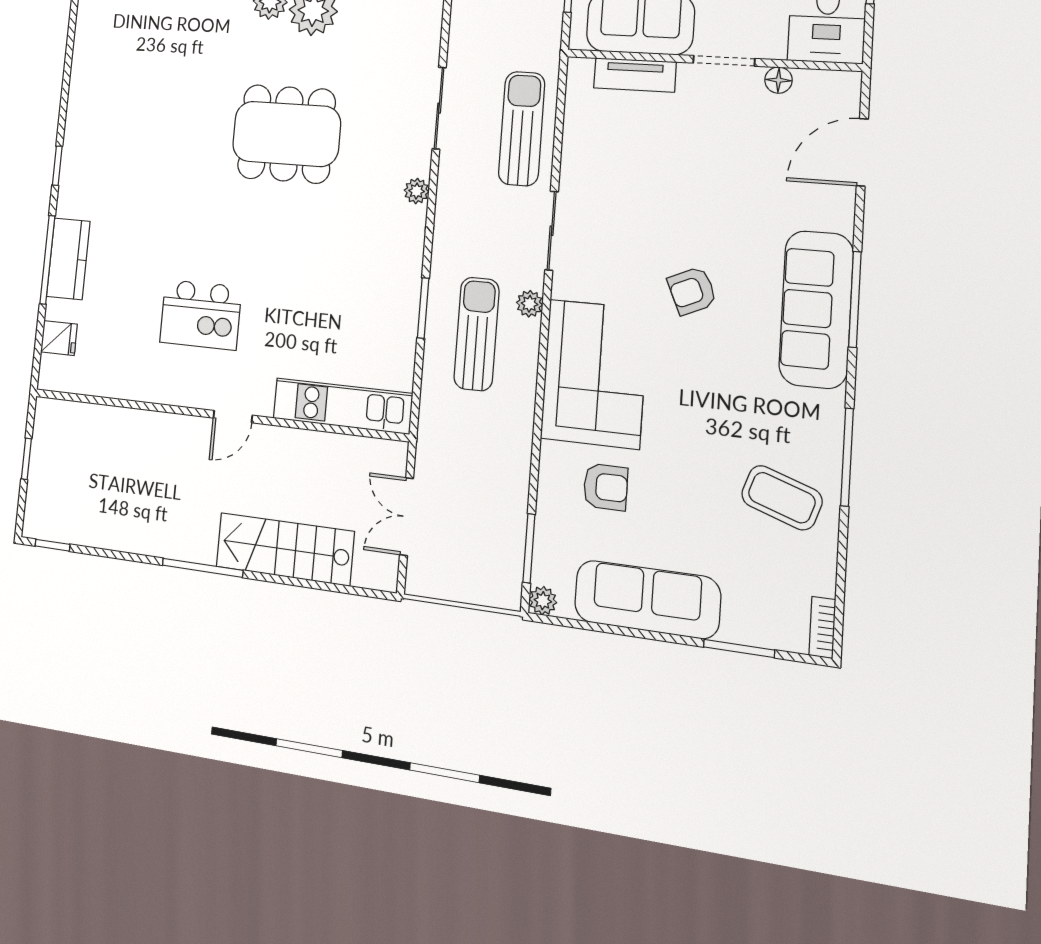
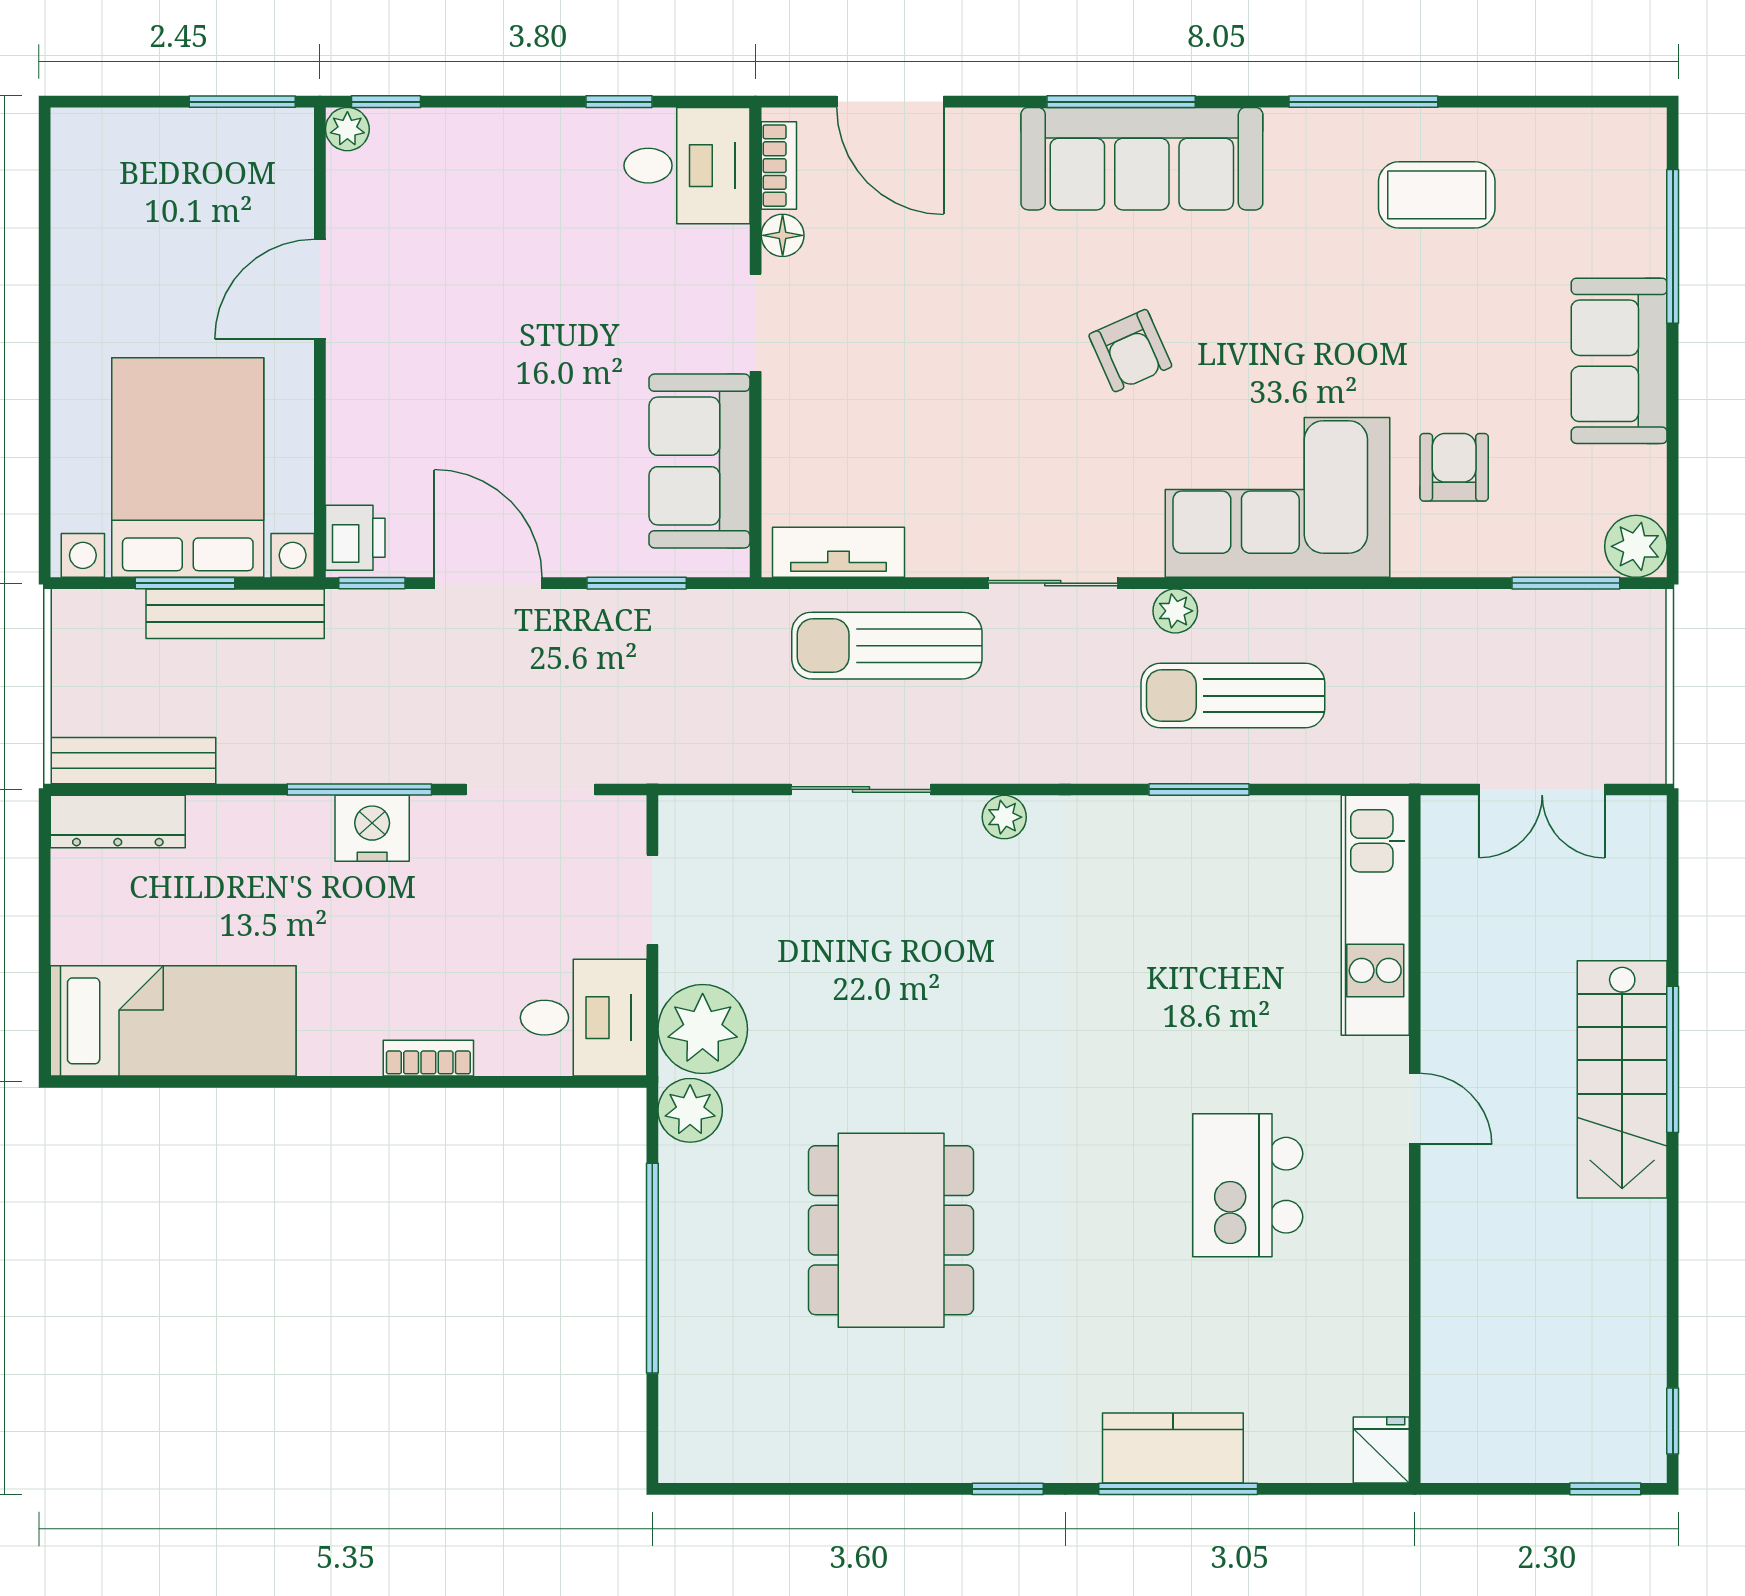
tv unit: (635, 75) -> (838, 552), moved, turned -90
dining table: (286, 134) -> (891, 1230), moved
kitchen island: (201, 315) -> (1248, 1185), turned 180
fridge: (59, 338) -> (1381, 1450), moved
window: (26, 459) -> (1605, 1489), moved
coffee table: (782, 498) -> (1437, 195), turned 71
stairs: (285, 549) -> (1622, 1079), moved
window: (202, 568) -> (1673, 1059), moved
sofa: (647, 599) -> (1619, 361), width x0.73
plant: (543, 601) -> (1636, 546), width x1.38, depth x1.38
bookcase: (822, 627) -> (779, 166), moved, turned -90
window: (739, 648) -> (1673, 246), width x1.44

